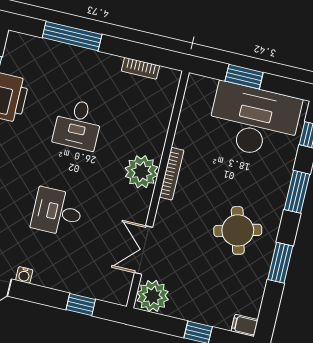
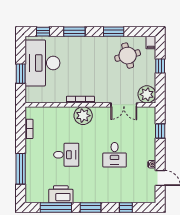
round table: (238, 230) -> (128, 56), moved

